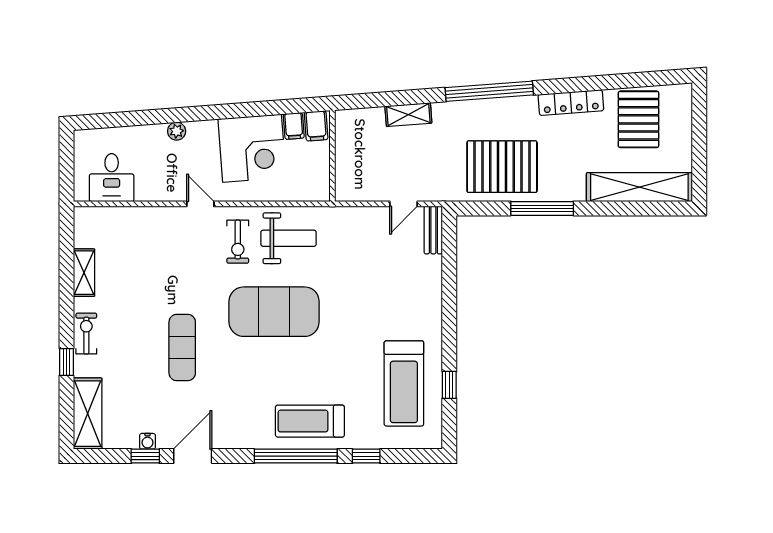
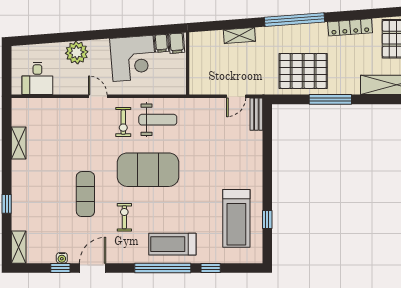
plant: (177, 131) -> (77, 53), width x1.87, depth x1.87
exercise bike: (86, 334) -> (124, 217), moved
shelving: (88, 414) -> (19, 247), width x0.67, depth x0.75

